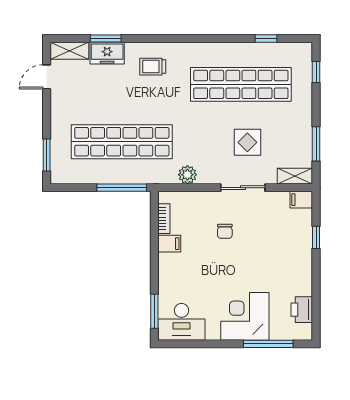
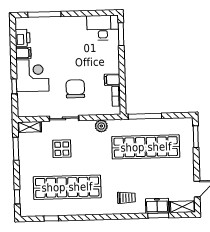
filing cabinet: (301, 200) -> (23, 53), moved
chair: (225, 231) -> (75, 89), width x1.87, depth x1.87
corner desk: (245, 316) -> (32, 75), moved, turned -90

